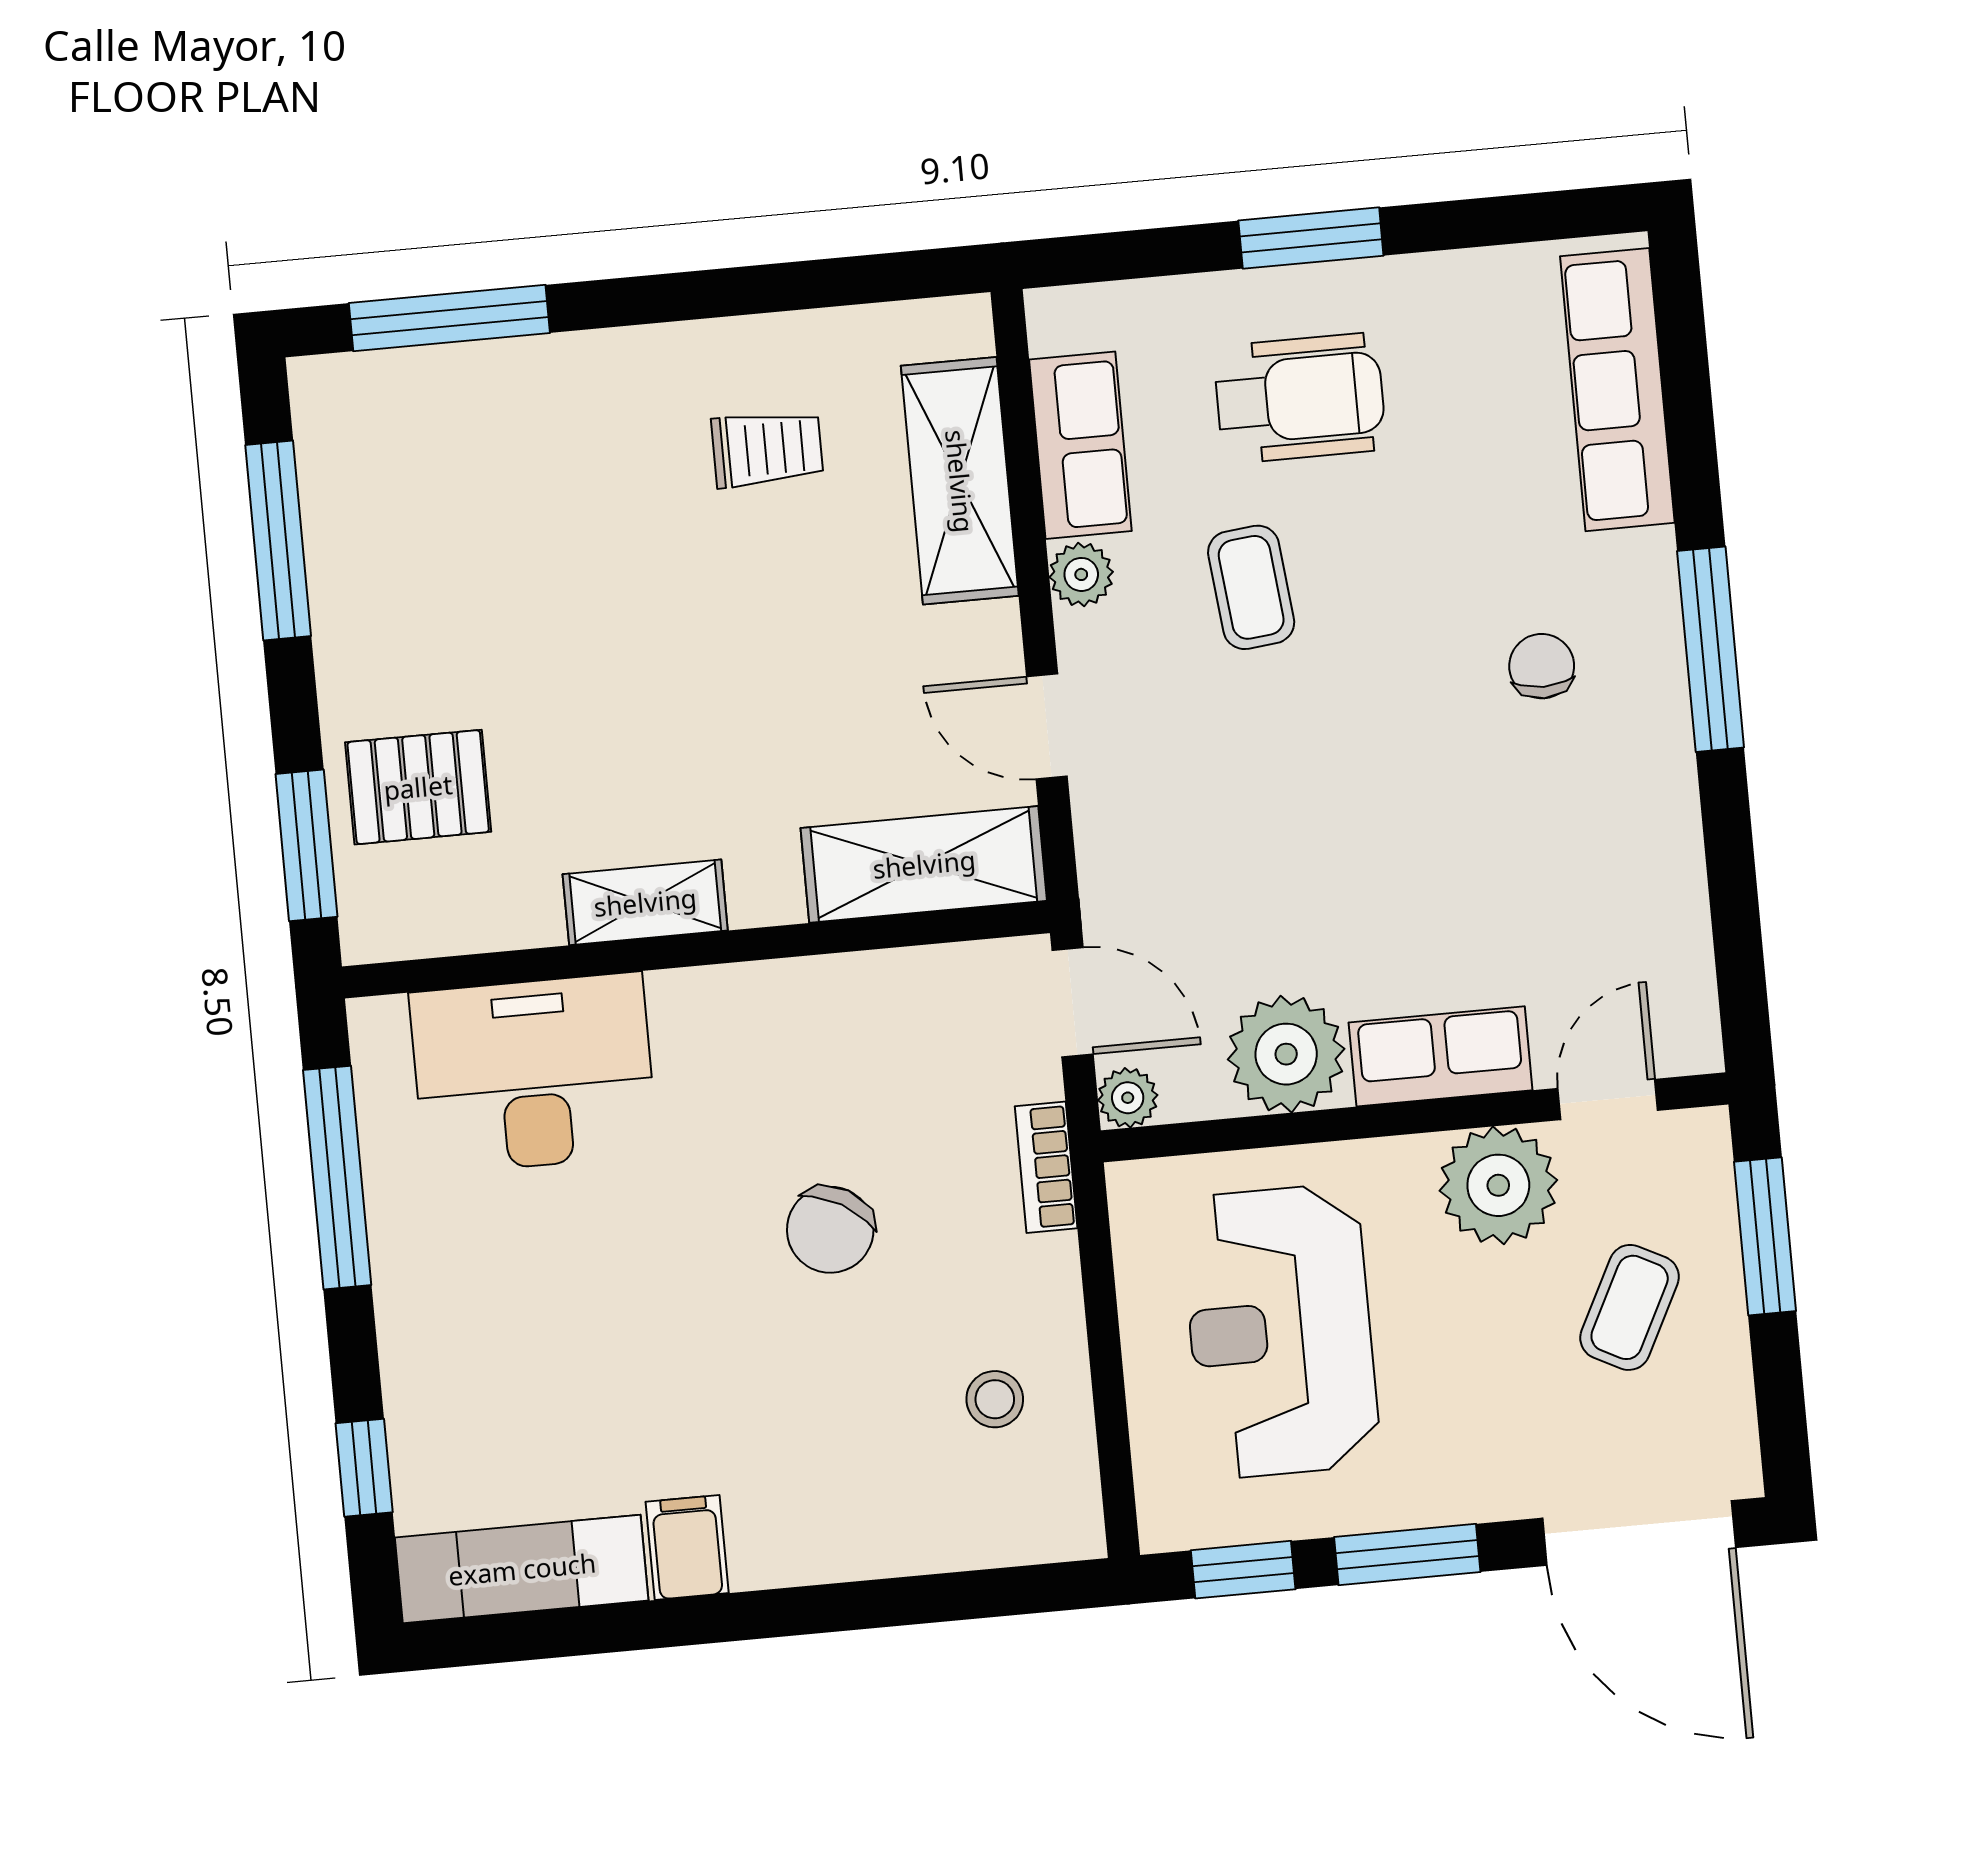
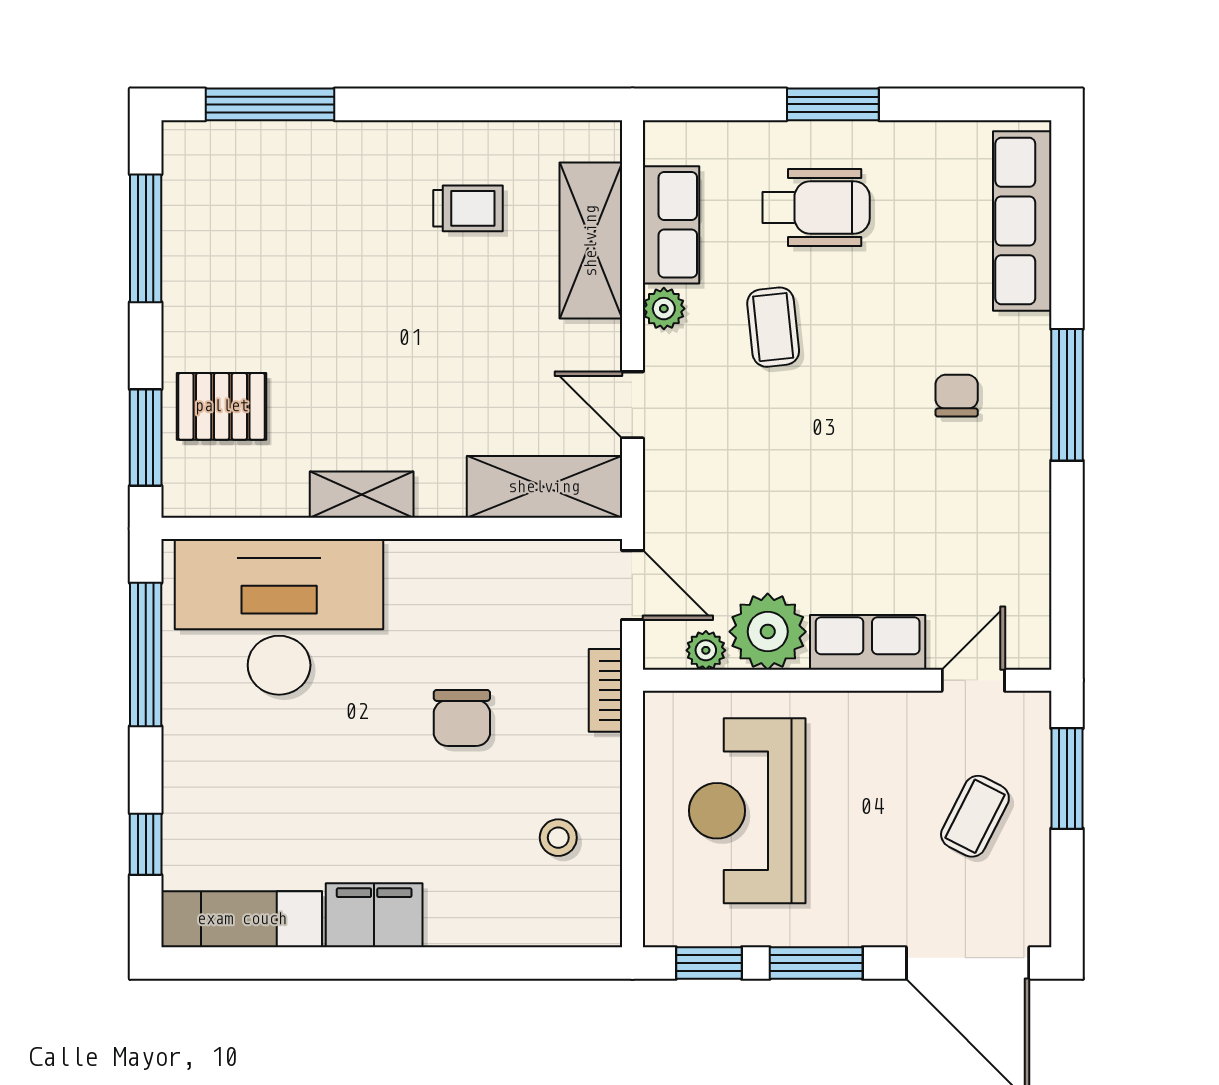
desk: (533, 1073) -> (279, 617), width x1.36, depth x1.30
plant: (1128, 1098) -> (706, 650), moved
plant: (1498, 1185) -> (897, 729), removed
chair: (830, 1230) -> (462, 718), turned -30
filing cabinet: (687, 1547) -> (374, 915), width x2.00

